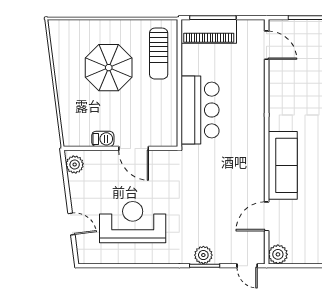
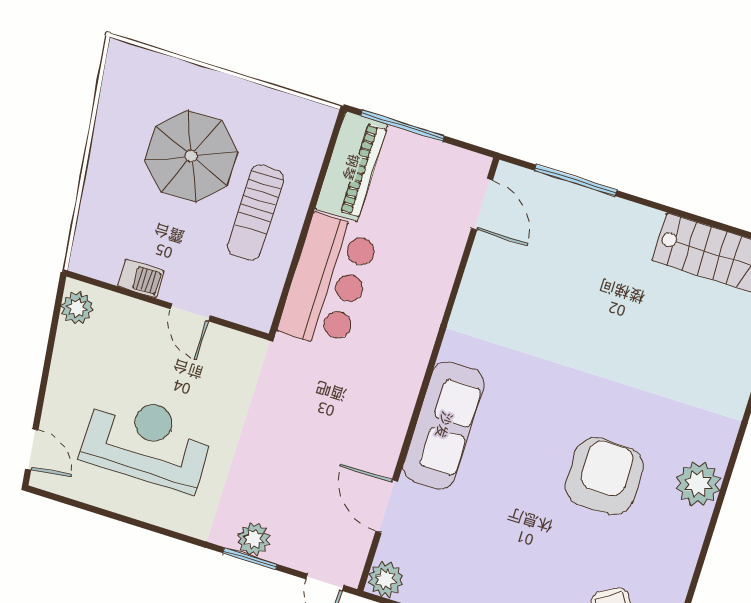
piano: (209, 31) -> (351, 167), moved, turned -90
sun lounger: (159, 54) -> (255, 213), moved
door: (134, 148) -> (190, 312), width x0.73
door: (267, 216) -> (387, 506), hinge flipped
door: (72, 224) -> (32, 449), moved

